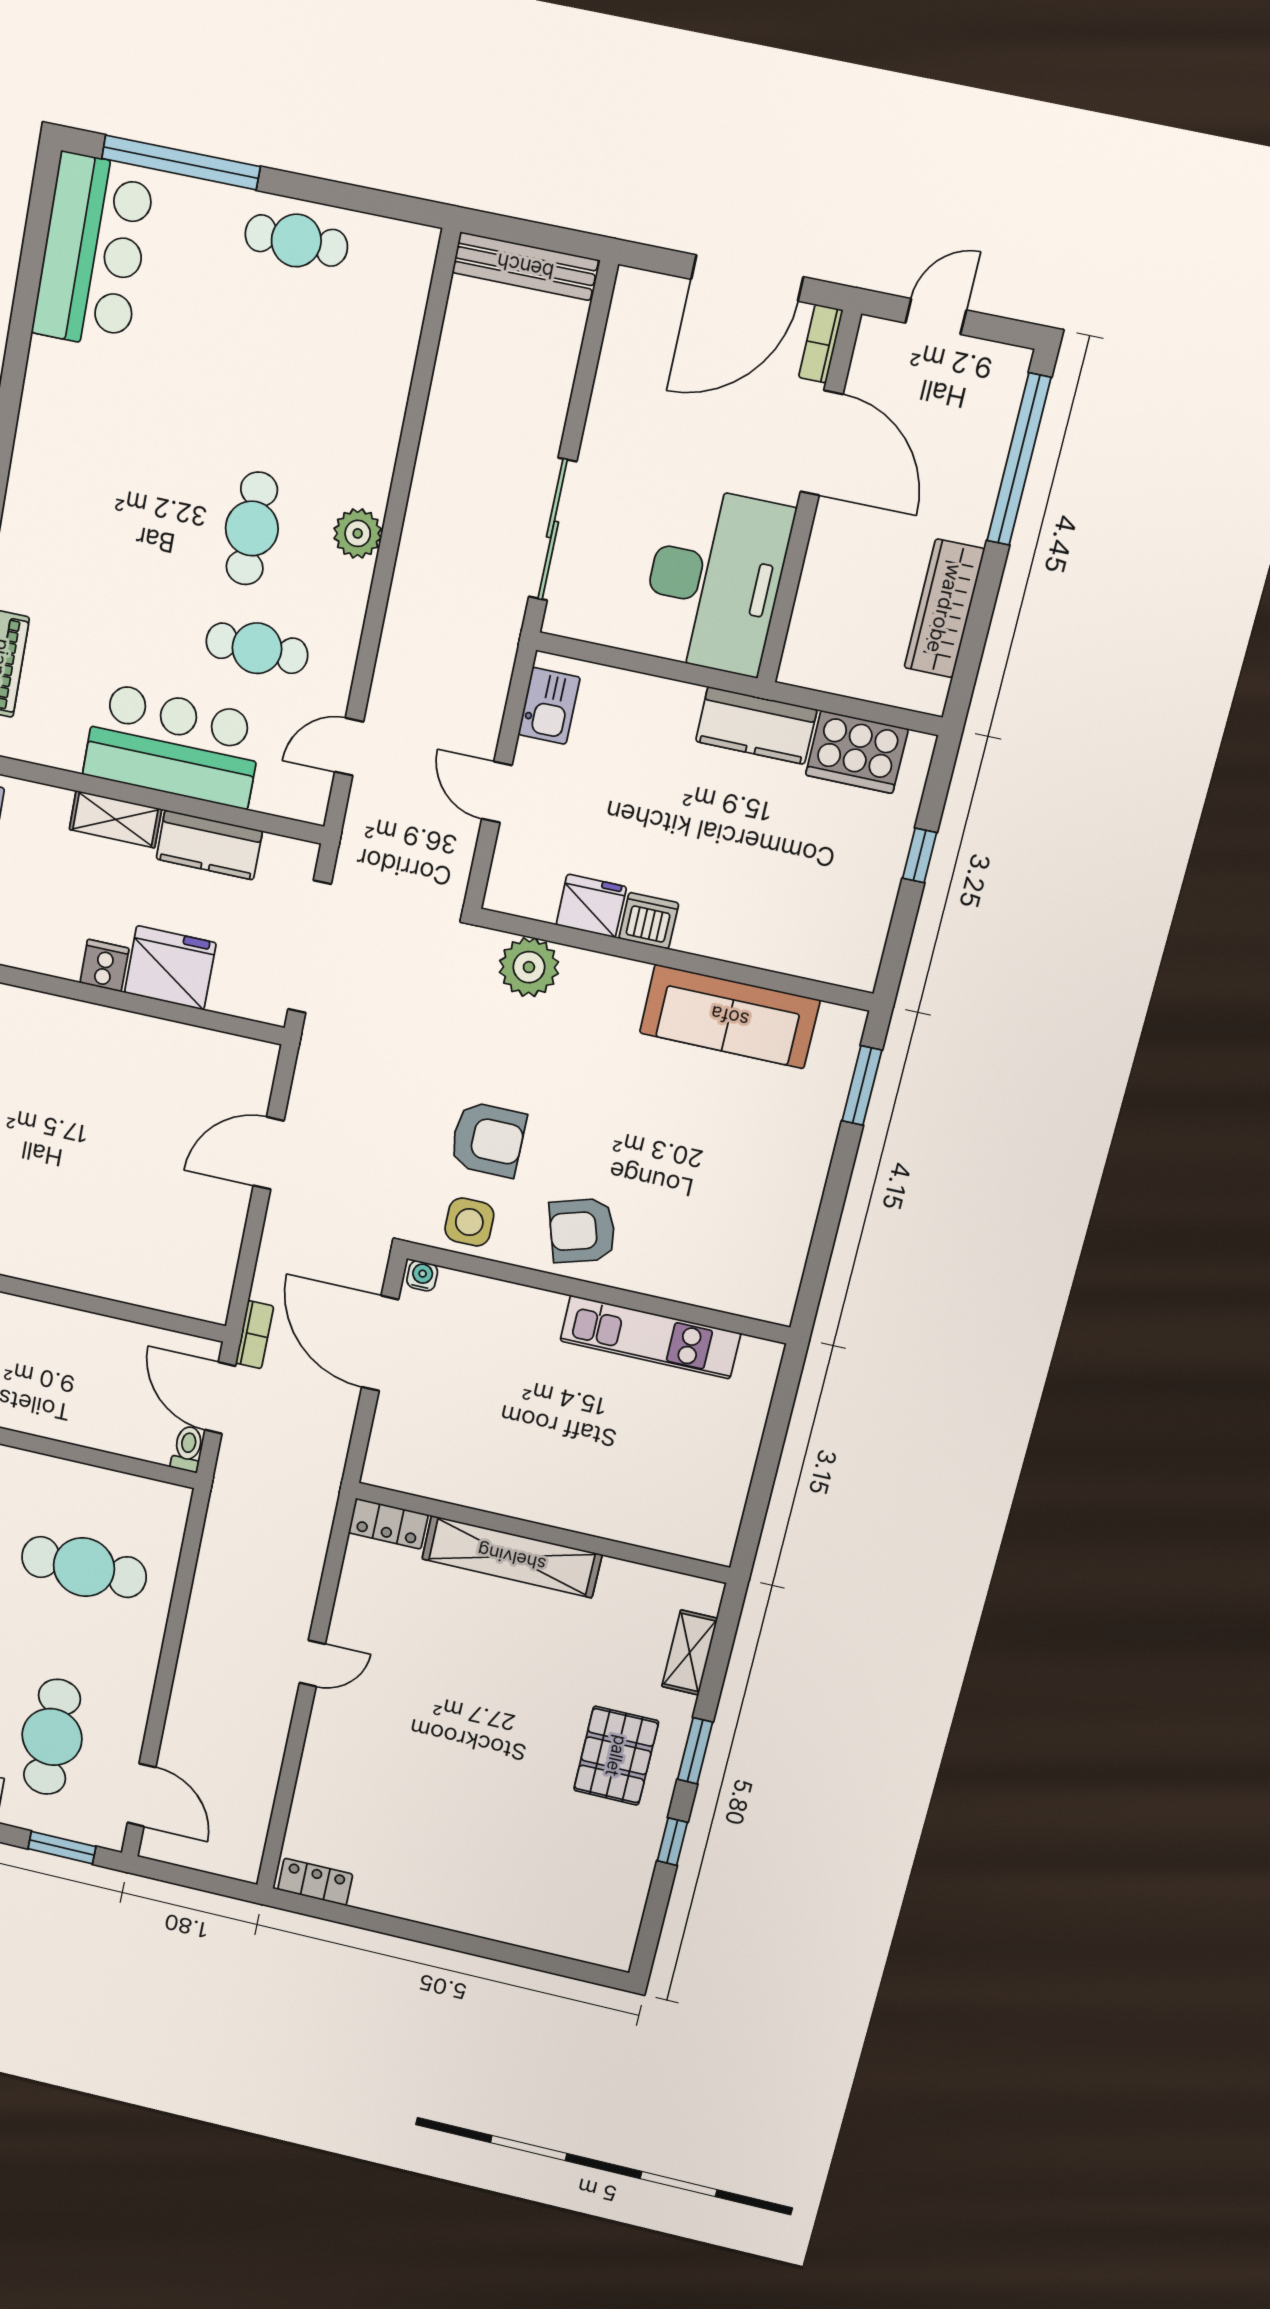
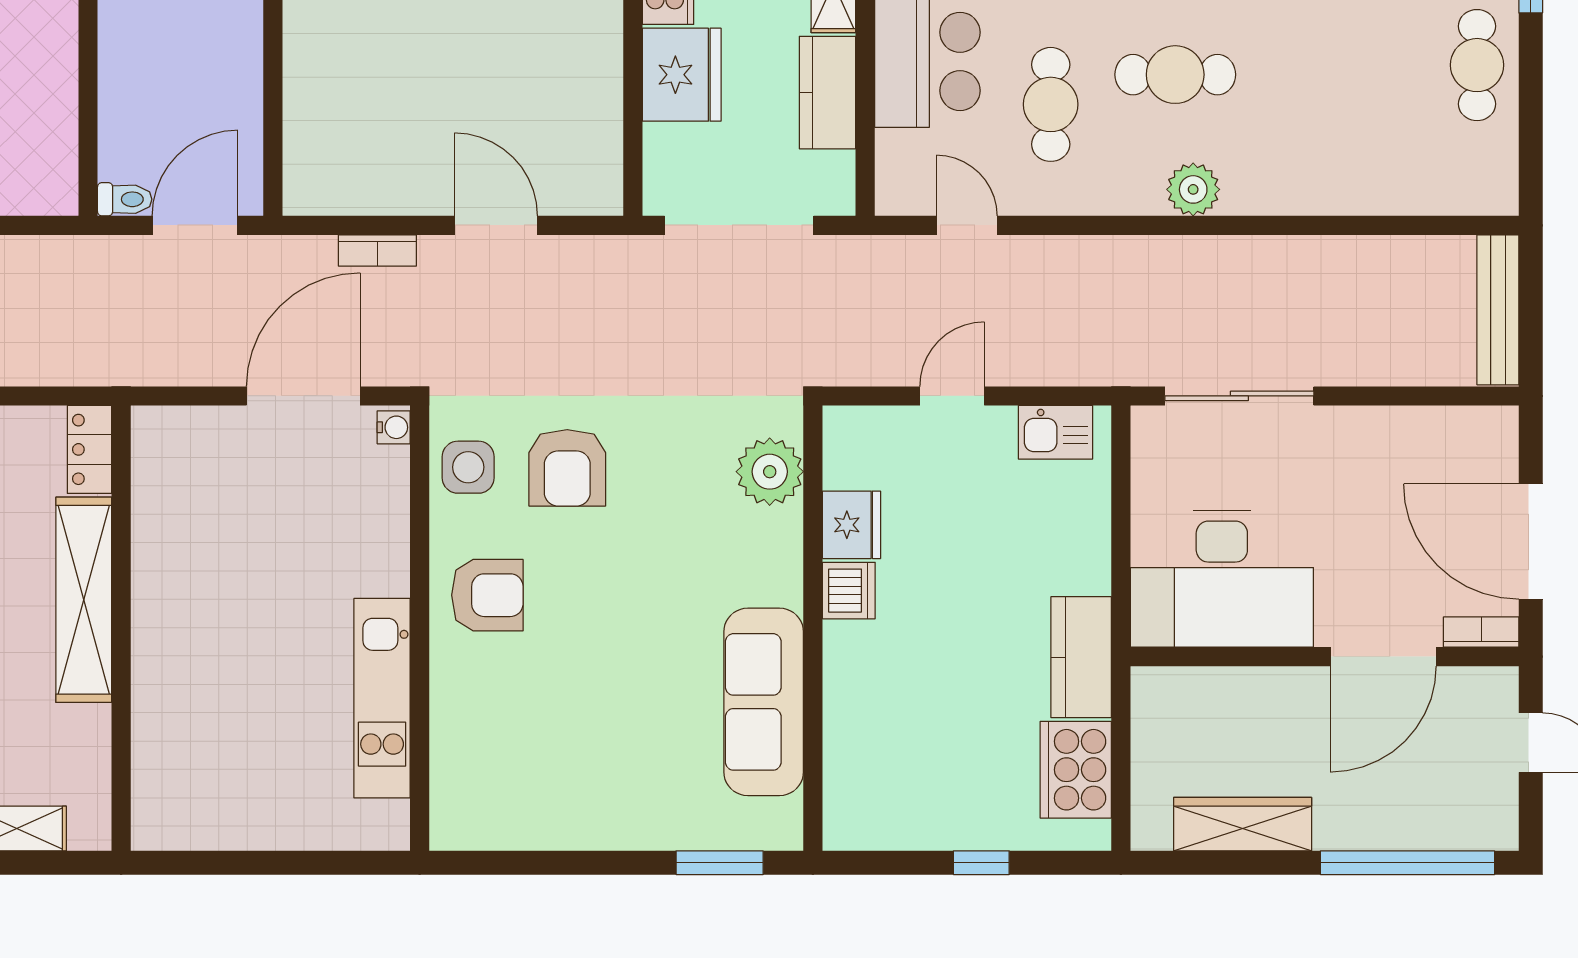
armchair: (582, 1231) -> (487, 595), turned 107
bookcase: (255, 1335) -> (377, 251), moved

